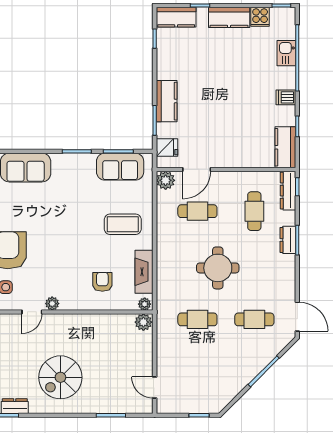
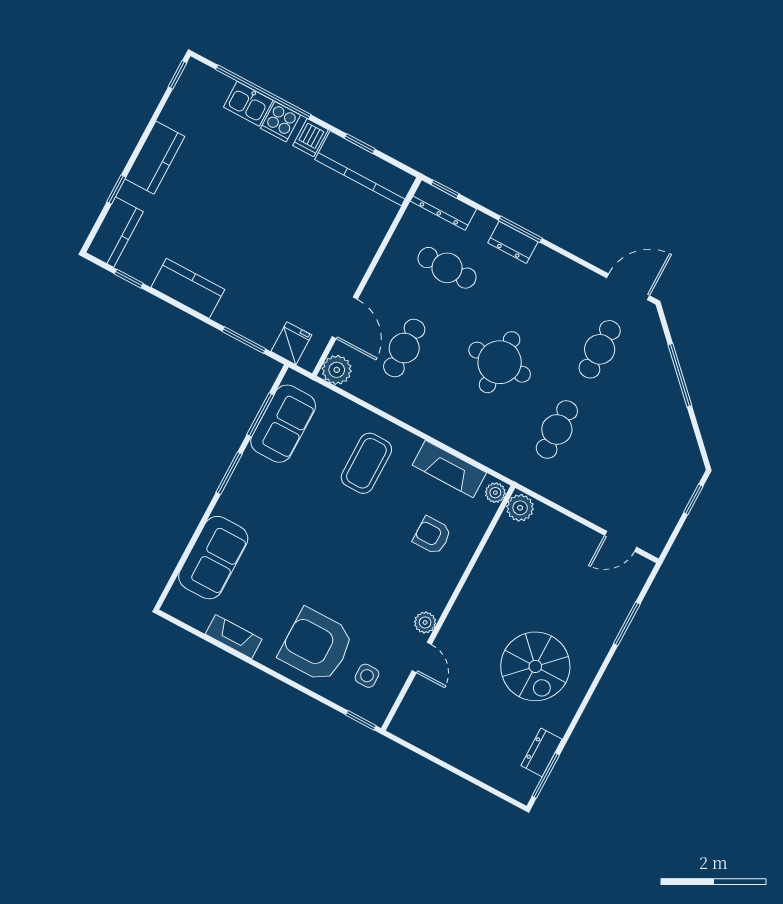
cooker: (260, 17) -> (281, 122), moved, turned 90
kitchen counter: (167, 101) -> (188, 288), moved
kitchen counter: (285, 147) -> (366, 168), width x1.50

